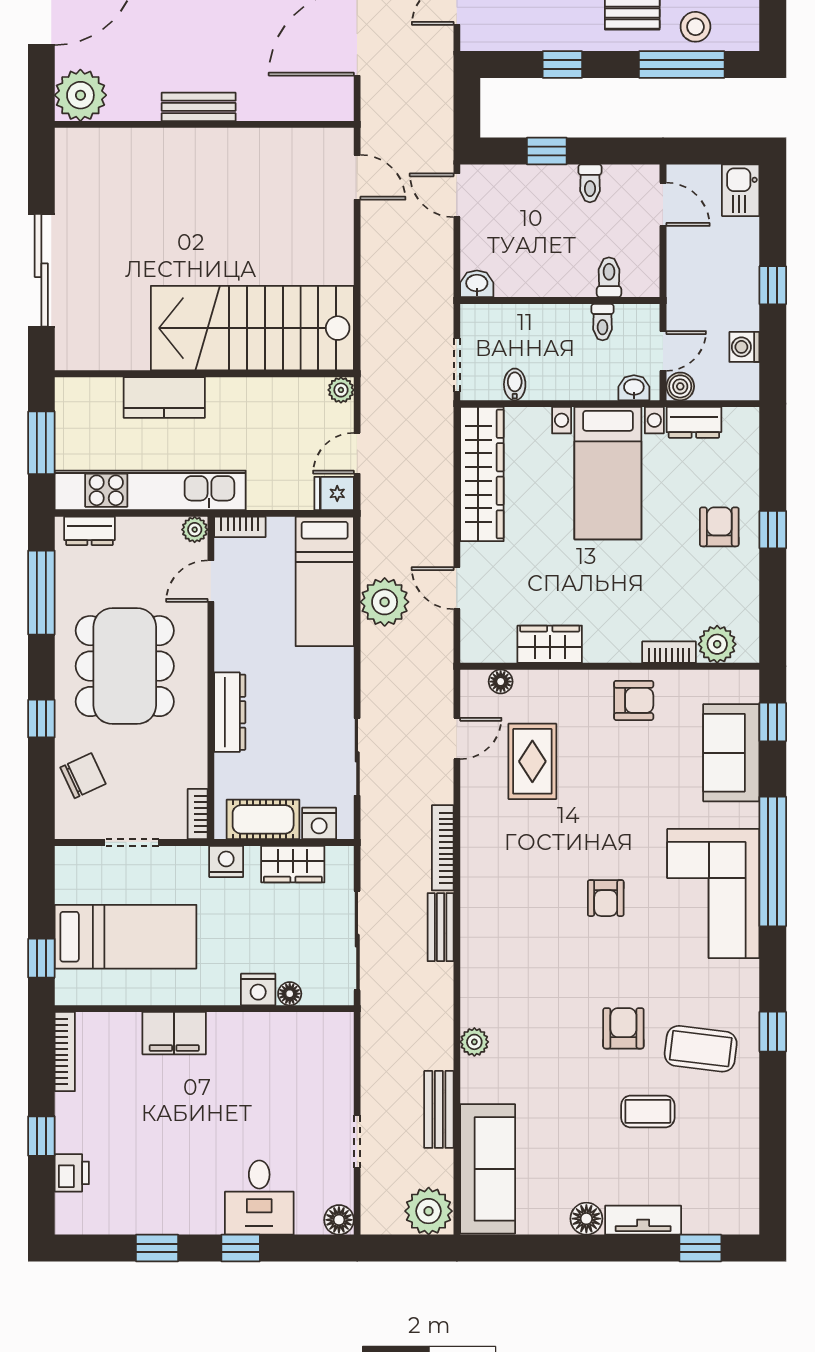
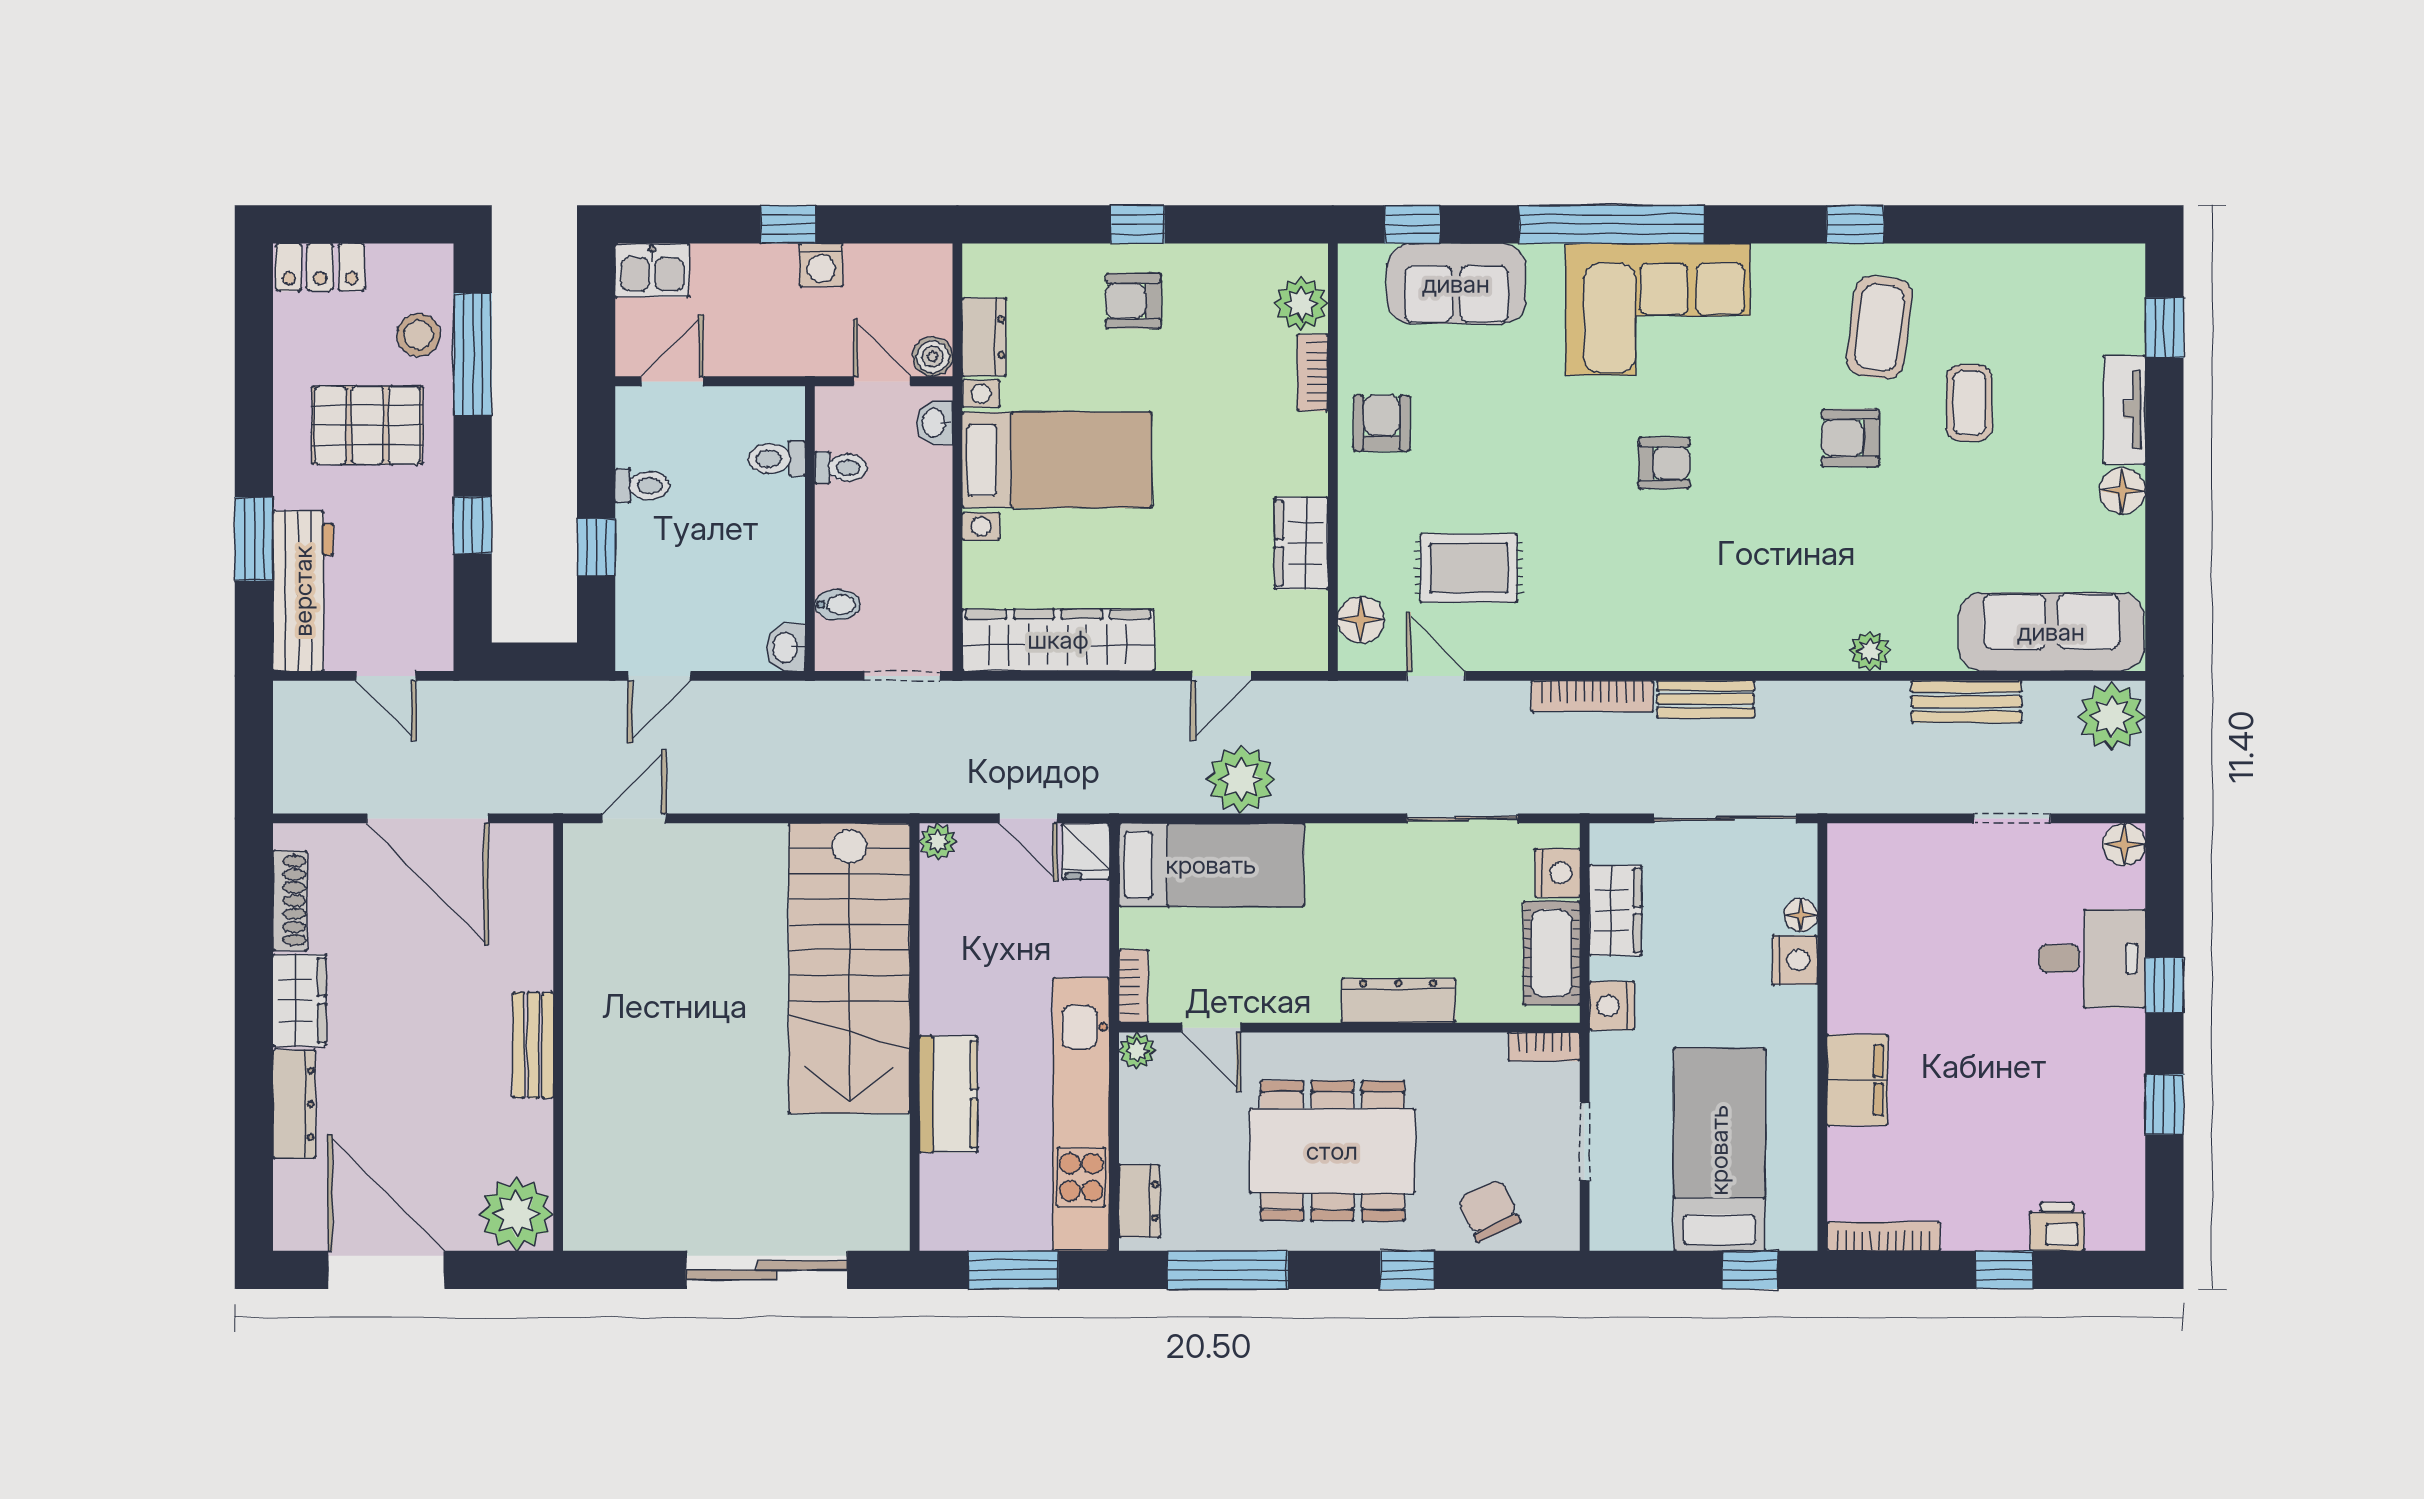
washing machine: (744, 347) -> (821, 265), moved
bidet: (515, 384) -> (837, 605), moved, turned 180
floor lamp: (501, 682) -> (1361, 620), width x1.37, depth x1.37

